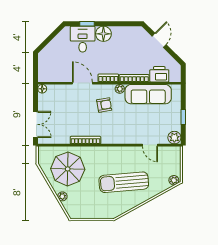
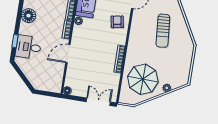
floor lamp: (103, 34) -> (28, 16), moved
armchair: (104, 105) -> (117, 22), moved
sun lounger: (124, 182) -> (163, 31), width x0.73, depth x0.75

